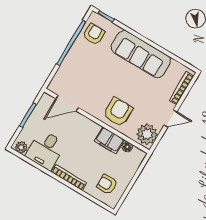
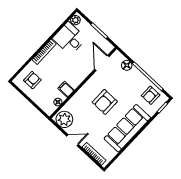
armchair: (94, 34) -> (151, 95), turned 90
floor lamp: (63, 72) -> (127, 65), added
armchair: (118, 112) -> (105, 102), moved, turned 90
door: (170, 118) -> (73, 140), swing flipped
filing cabinet: (109, 140) -> (66, 89), width x0.50

